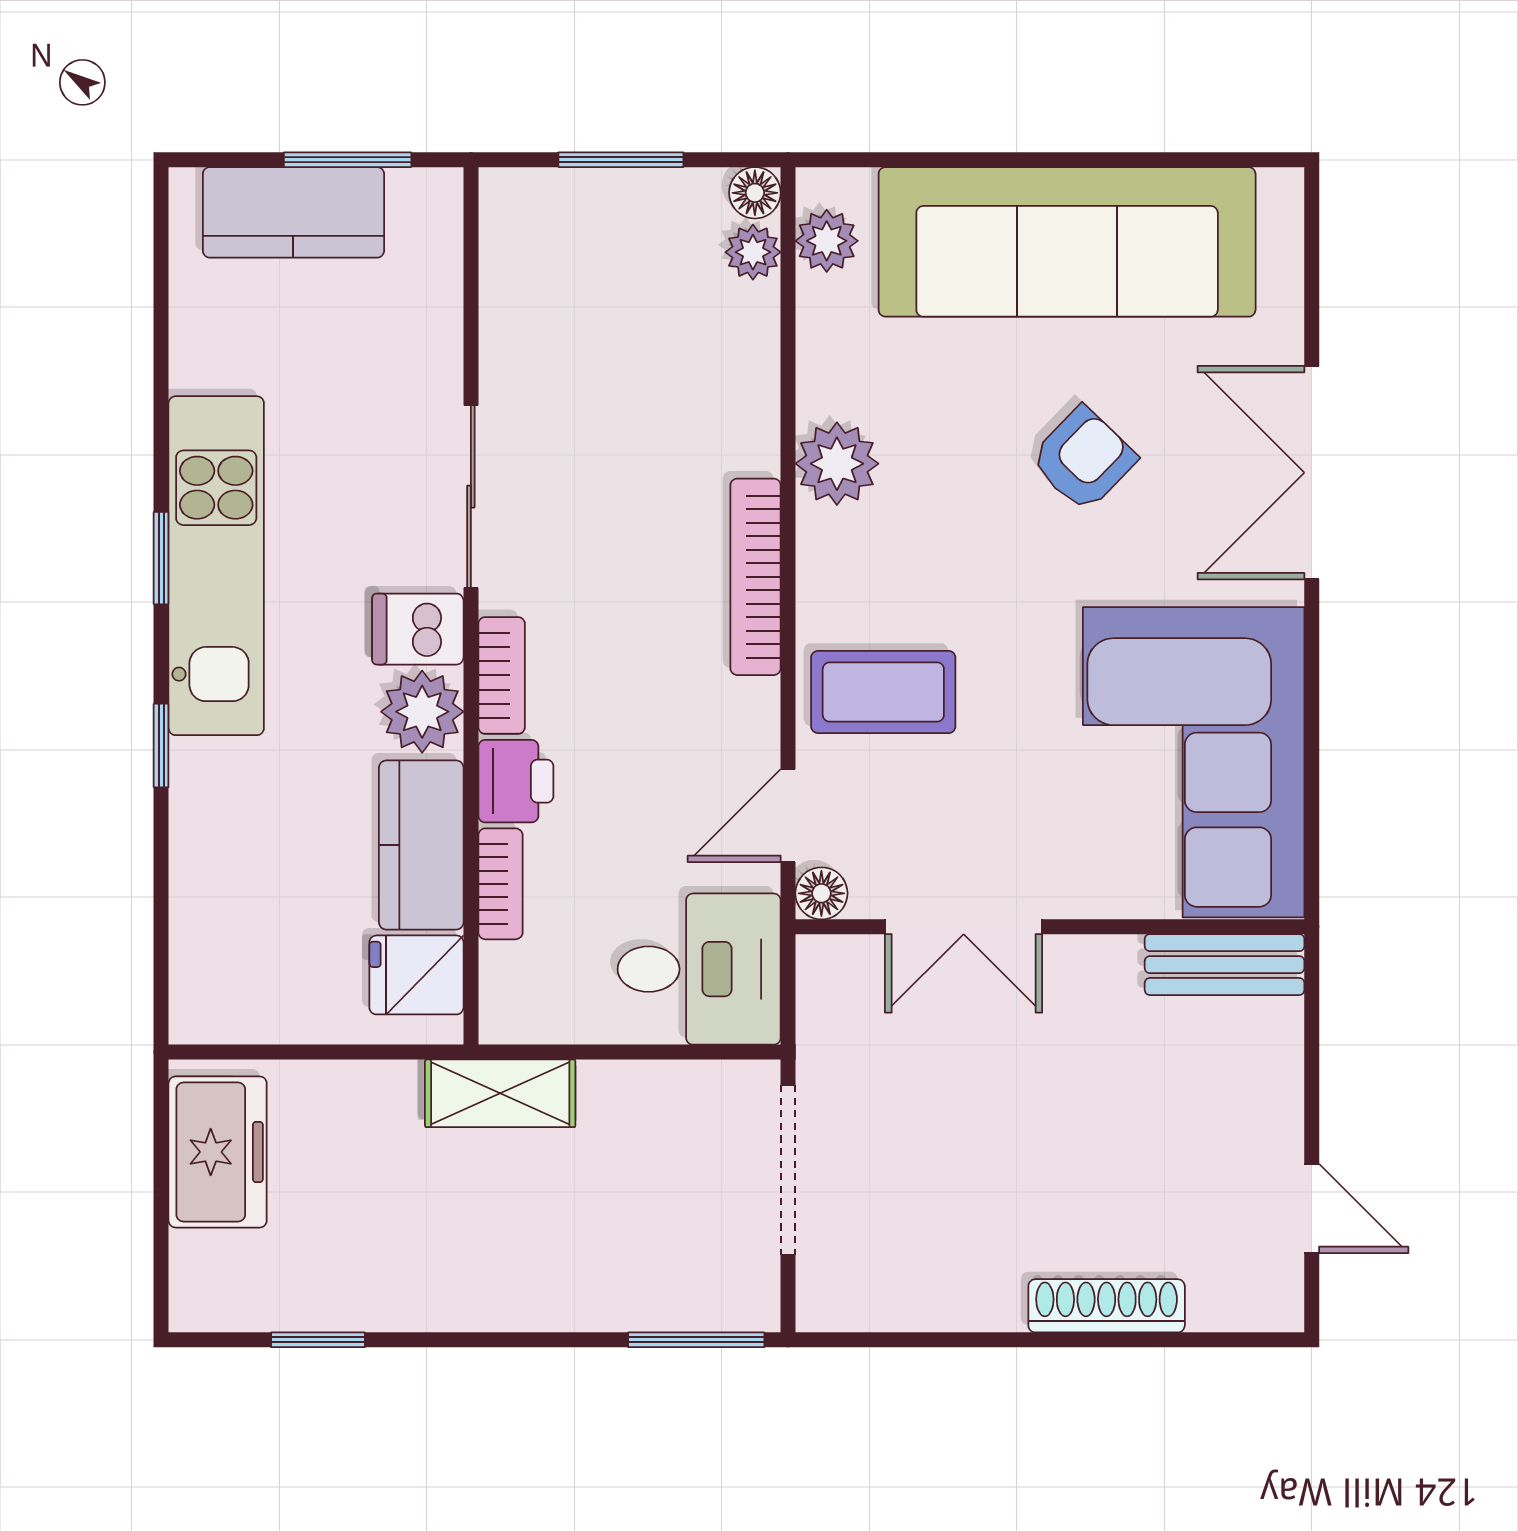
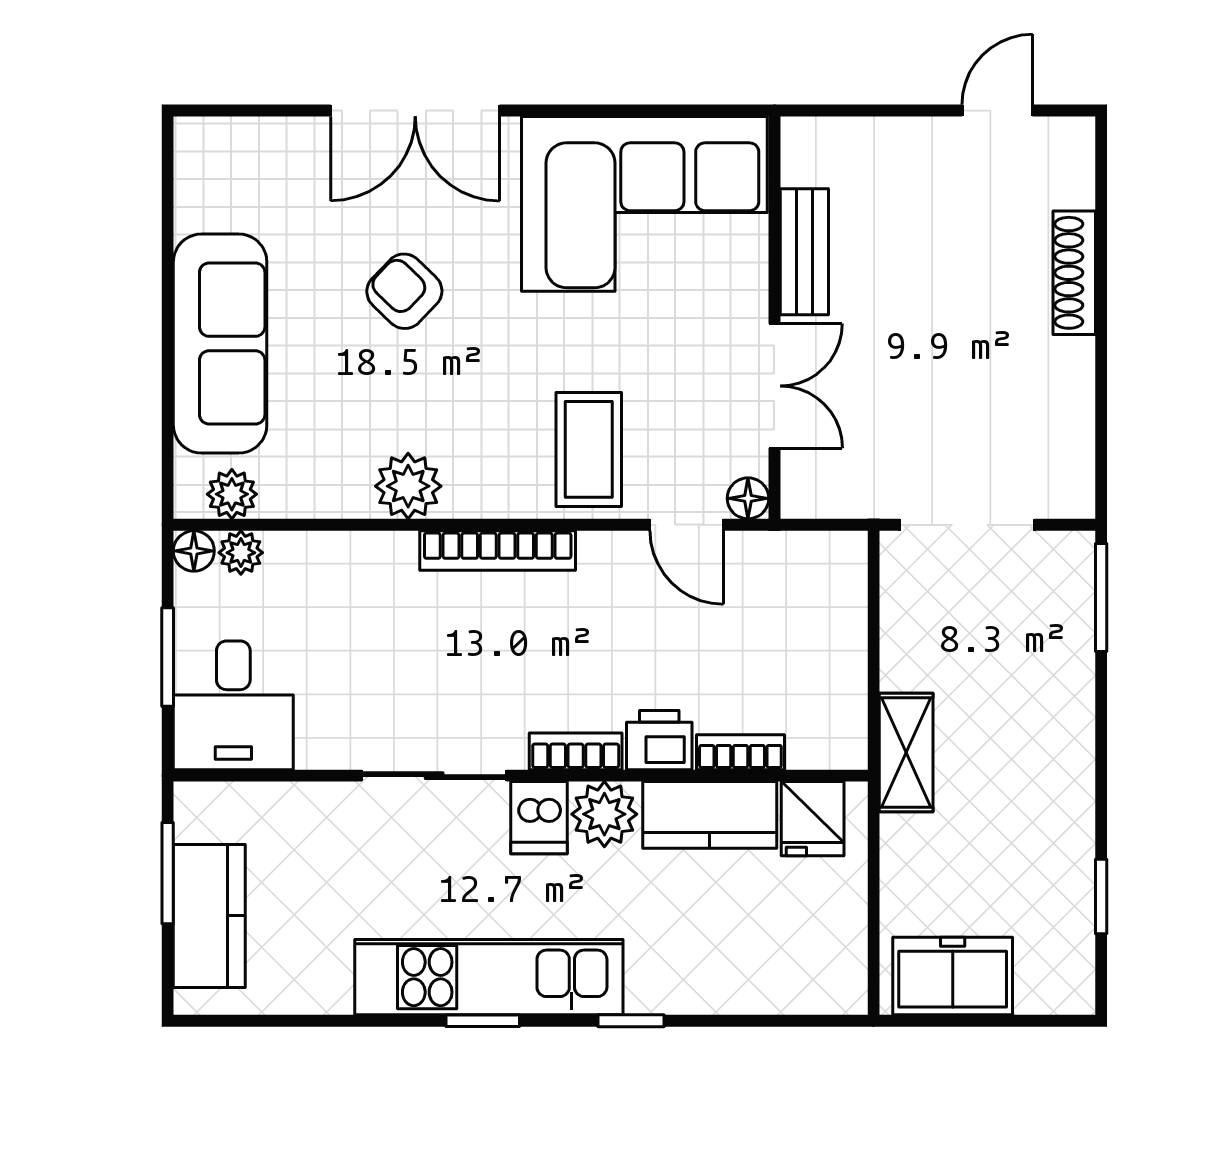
sofa: (1067, 242) -> (220, 344), width x0.74, depth x0.79
bench: (1225, 965) -> (804, 252), moved
desk: (699, 969) -> (233, 705), moved, turned 180

